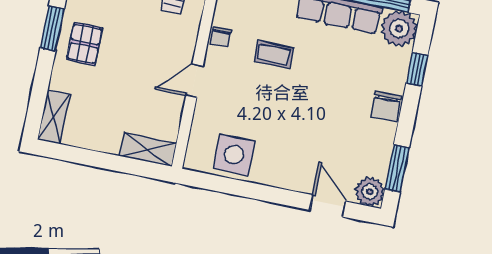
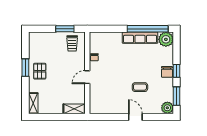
coffee table: (274, 55) -> (140, 87), moved
window: (417, 69) -> (176, 71), moved
side table: (234, 155) -> (109, 104), removed
door: (328, 206) -> (135, 117), moved

